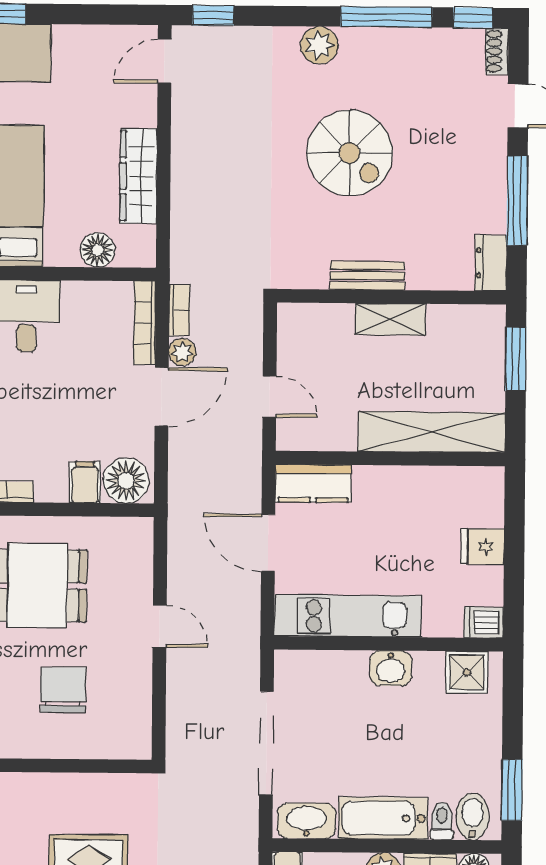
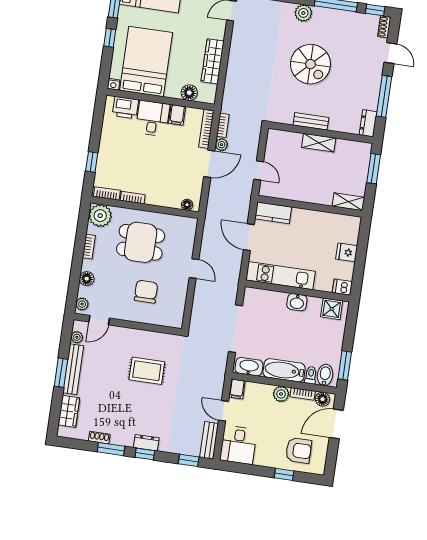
shelving: (432, 432) -> (348, 202), width x0.45, depth x0.75
floor lamp: (126, 481) -> (187, 205), width x0.53, depth x0.53
filing cabinet: (85, 482) -> (177, 115), moved, turned 180

